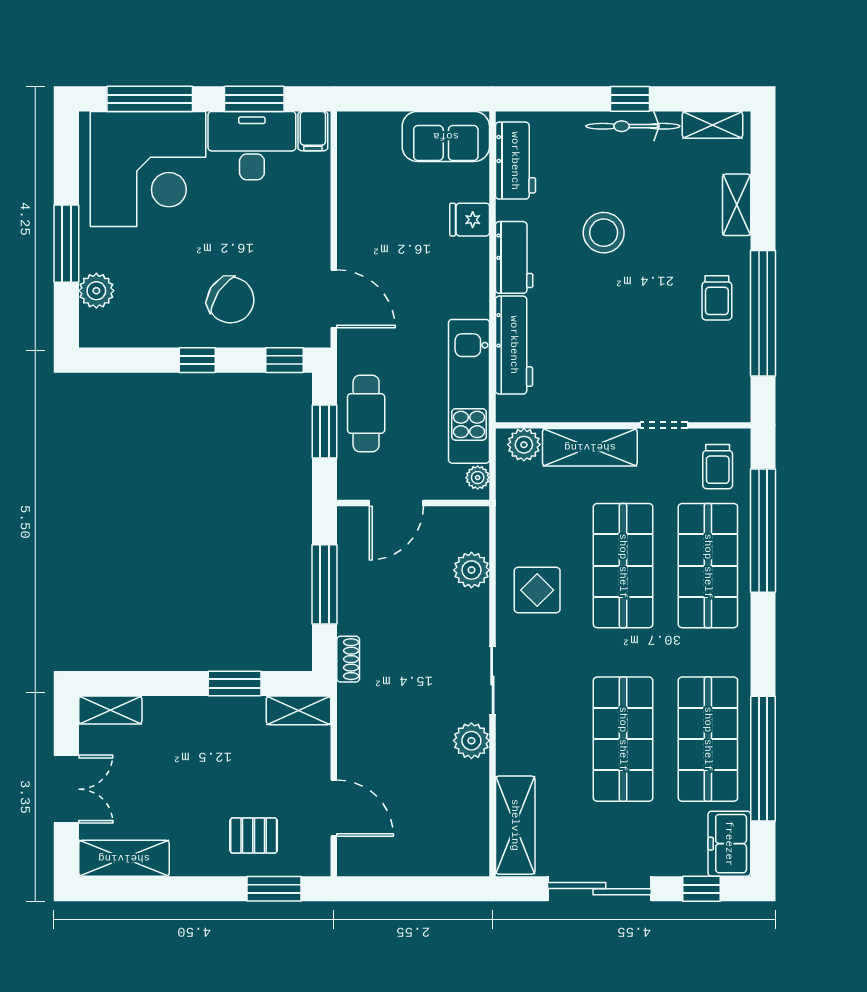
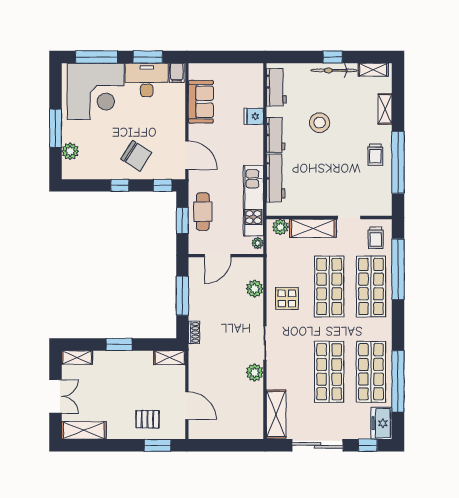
sofa: (446, 136) -> (201, 102), moved, turned -90
window: (235, 683) -> (119, 344), moved

